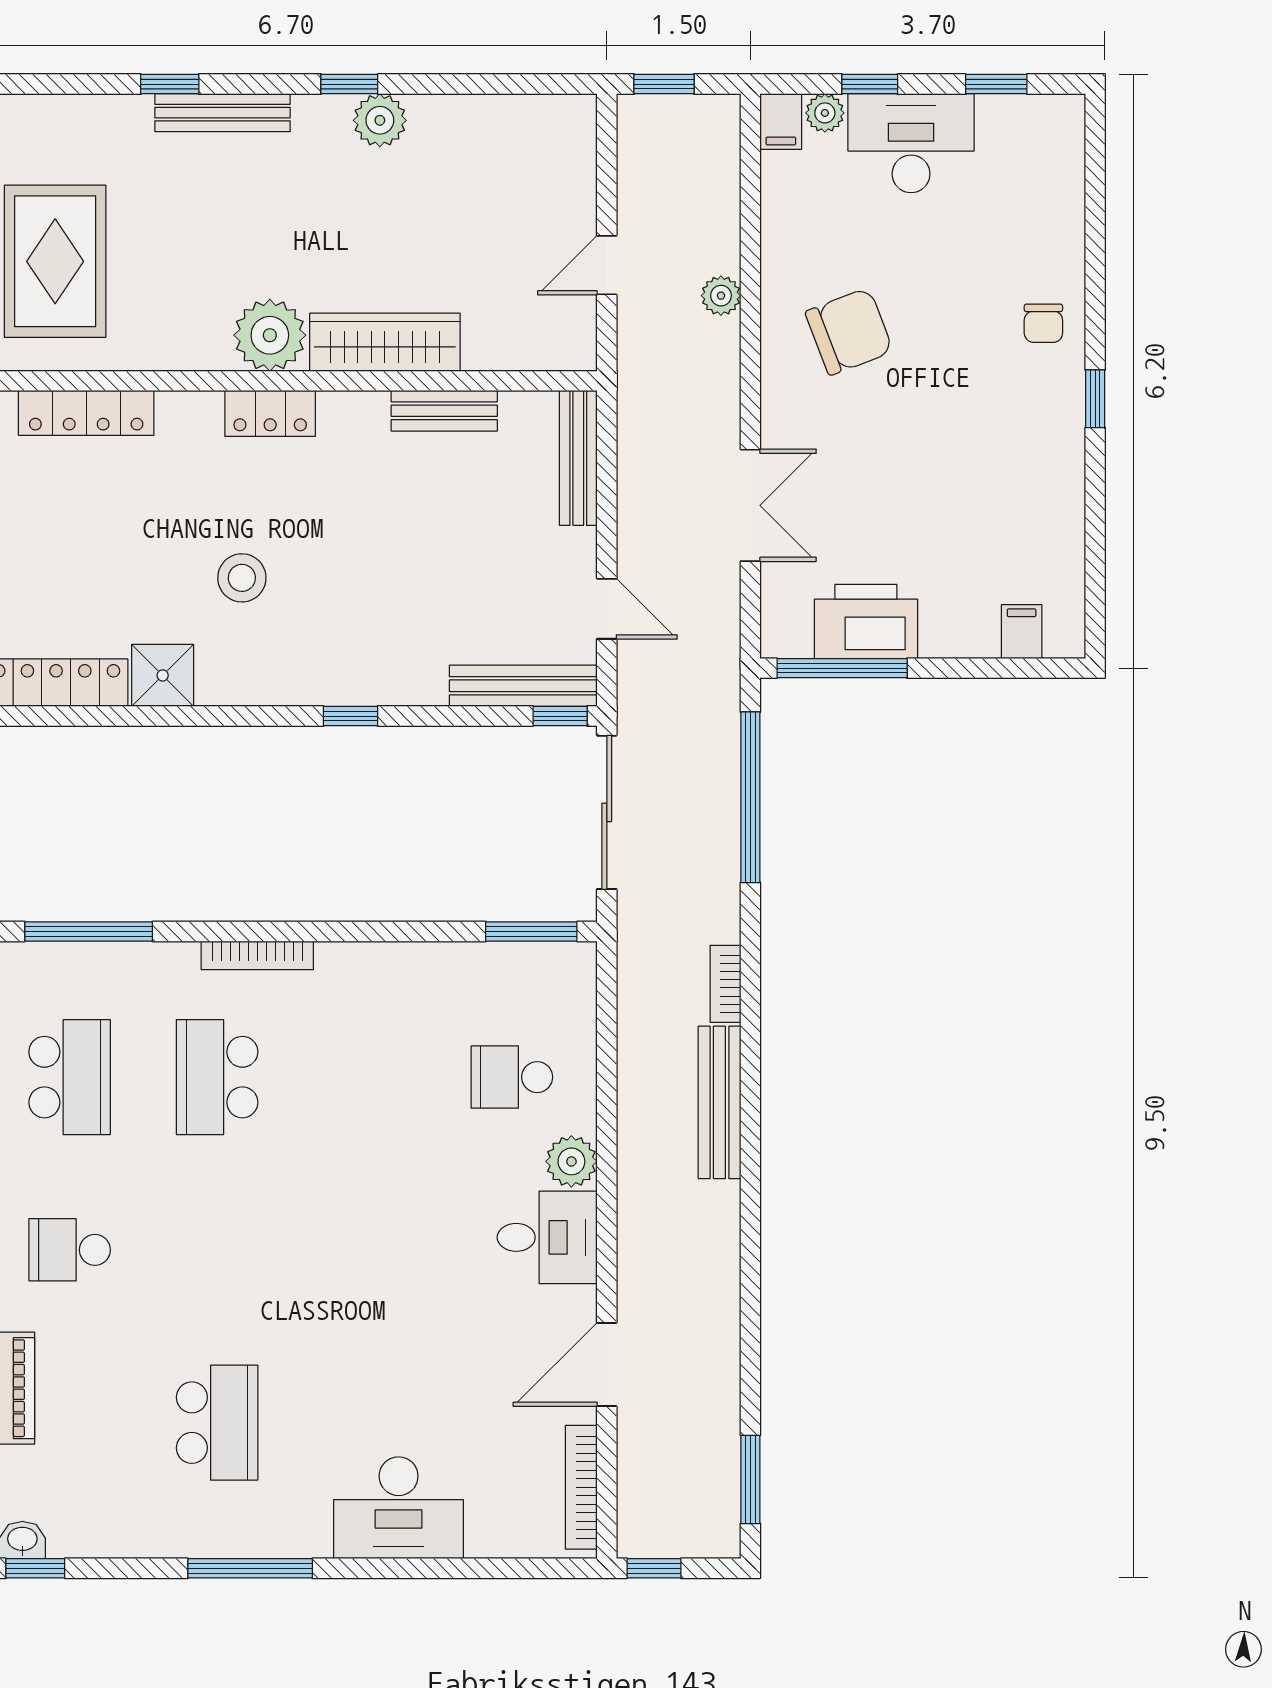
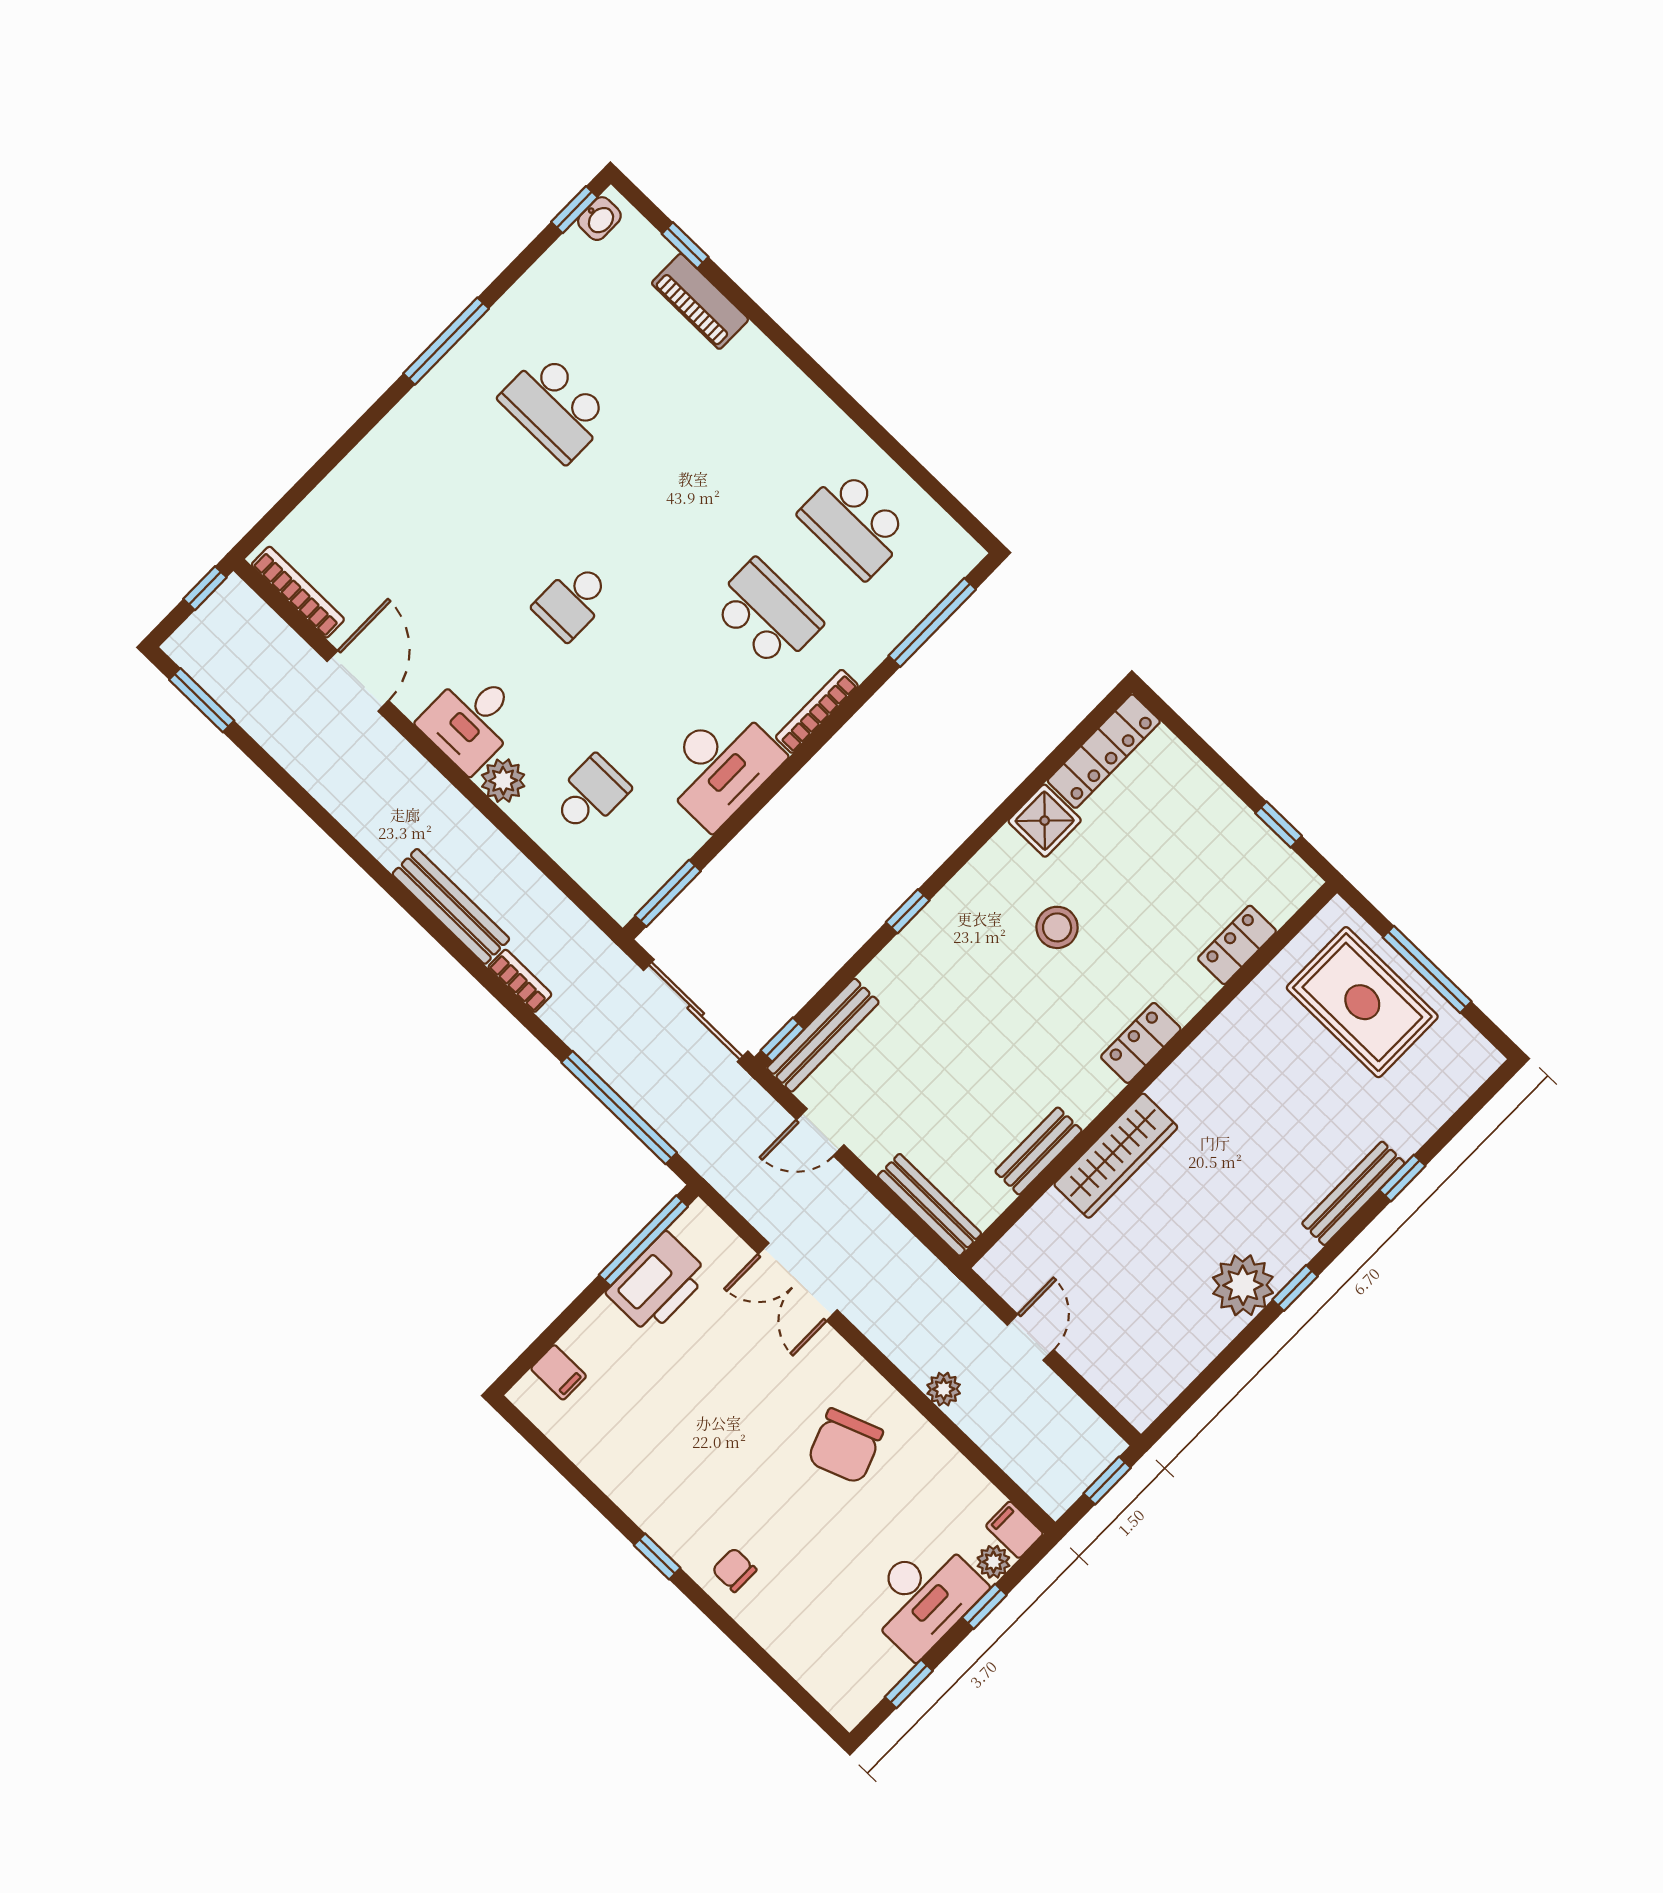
plant: (380, 120) -> (1243, 1285), width x1.36, depth x1.36
plant: (270, 335) -> (1189, 1089), removed
locker: (86, 413) -> (1237, 945), width x0.66
school desk: (70, 1250) -> (573, 601), moved, turned 180
desk: (399, 1508) -> (720, 766), moved, turned 180

